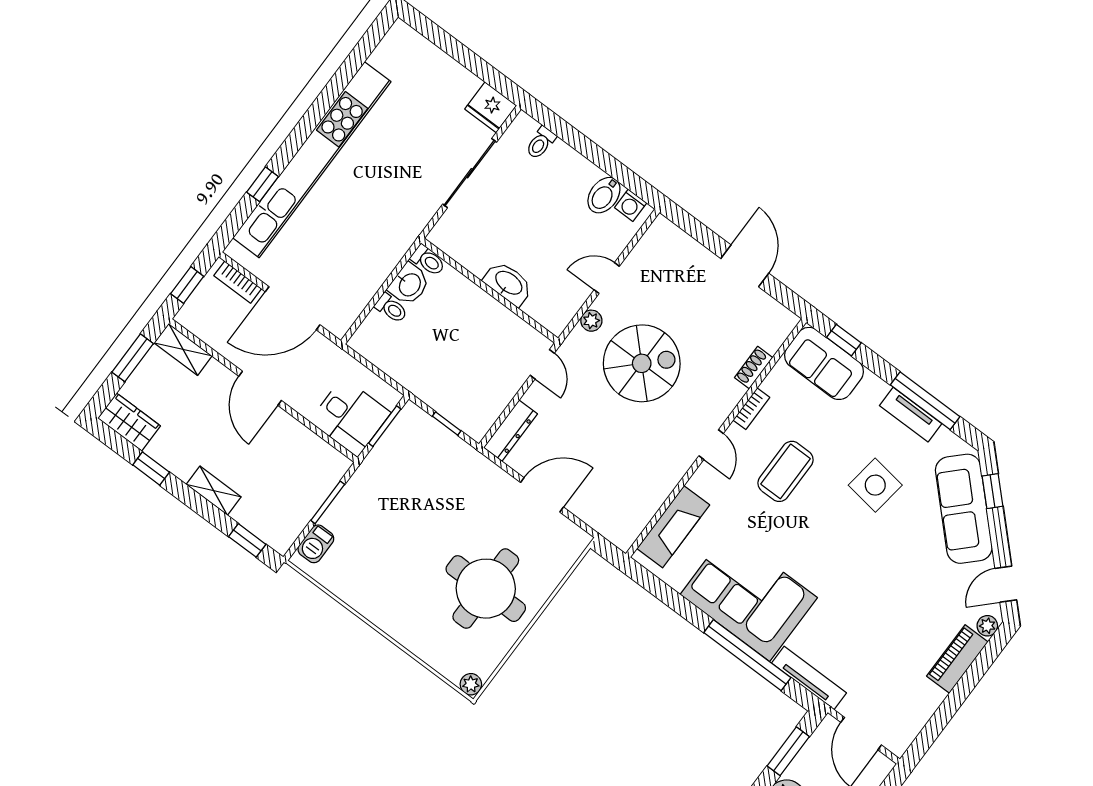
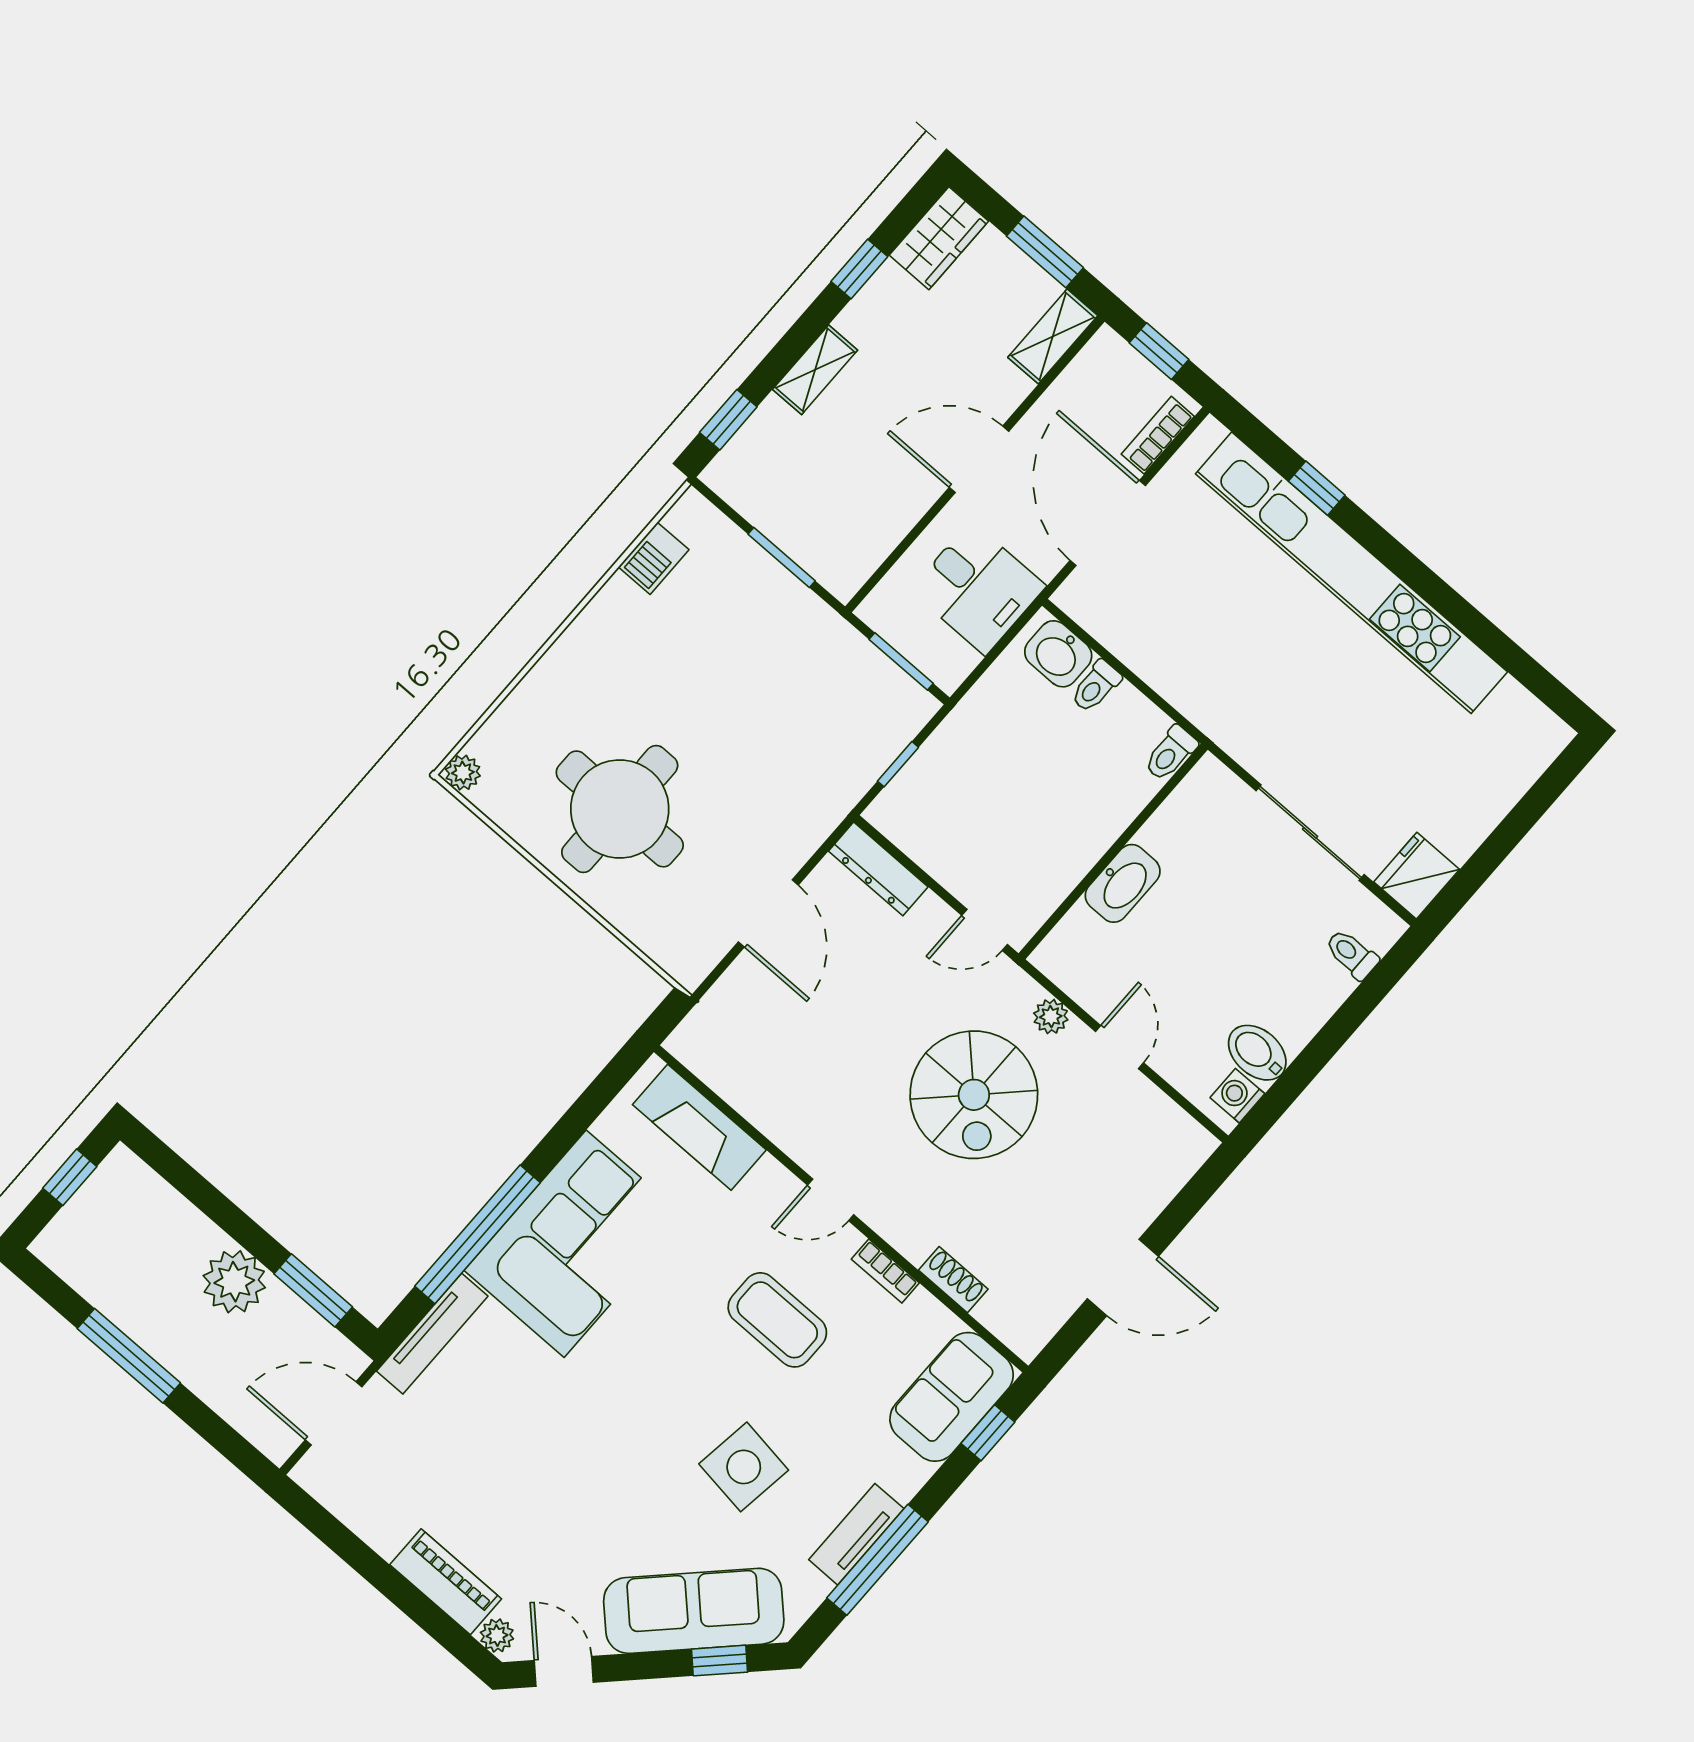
washbasin: (409, 284) -> (1058, 654), moved
desk: (350, 417) -> (978, 588), moved, turned -90
barbecue: (316, 544) -> (654, 558), moved, turned -90

